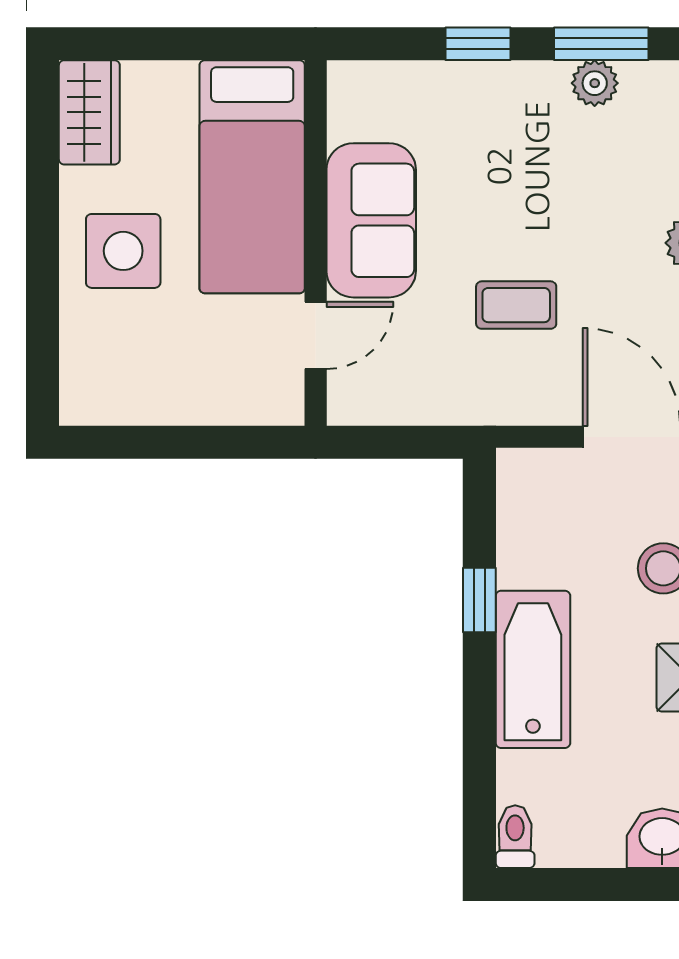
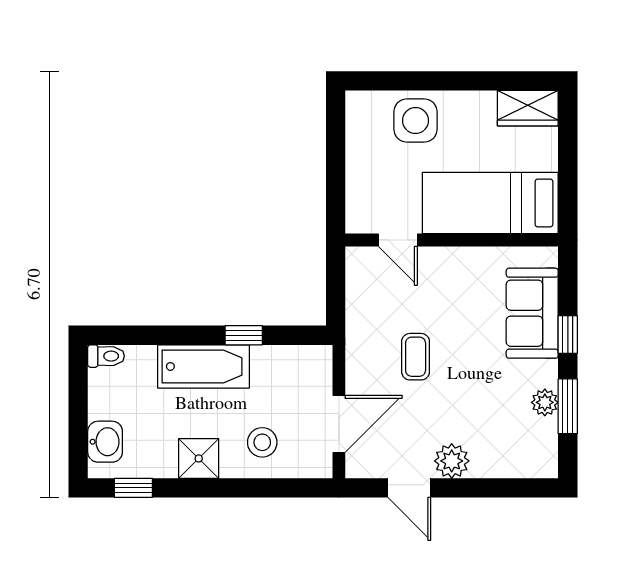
sofa: (371, 220) -> (532, 313), moved, turned 90
side table: (123, 251) -> (415, 121), moved

